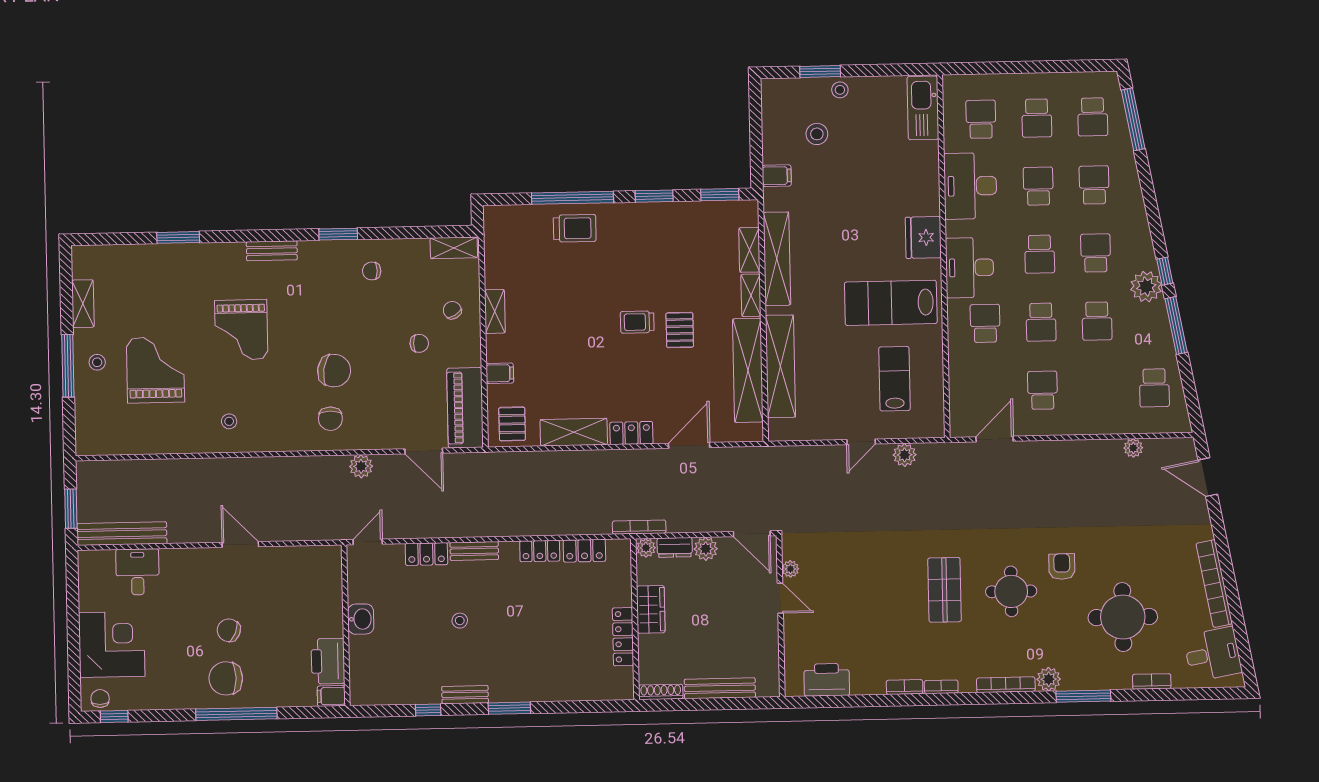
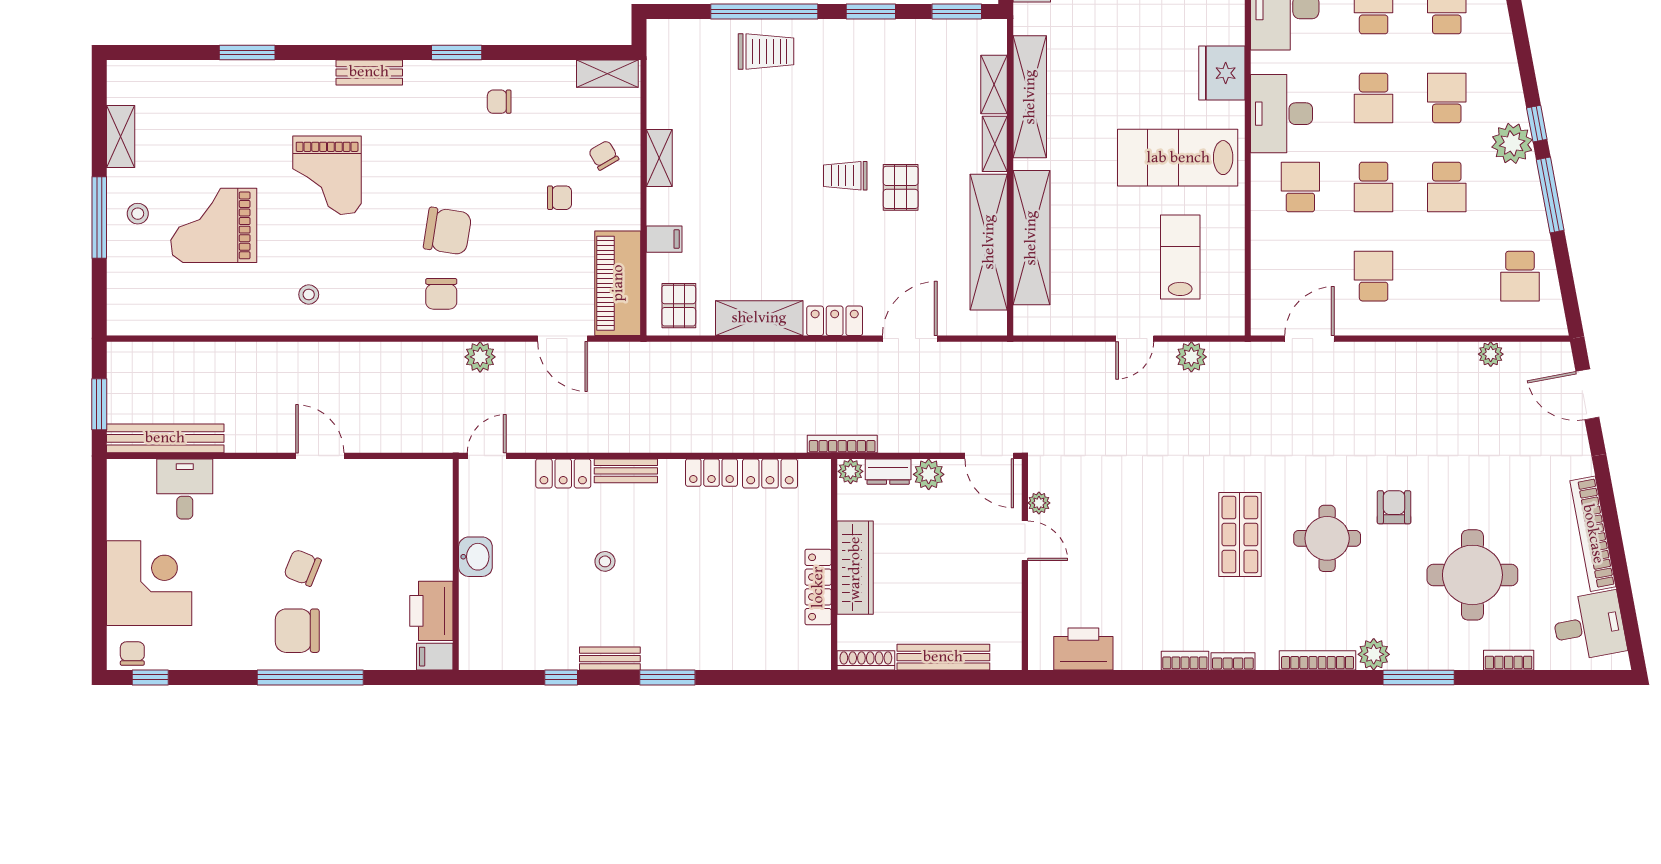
grand piano: (155, 370) -> (214, 225), turned -90
wardrobe: (651, 609) -> (855, 568), width x1.50

